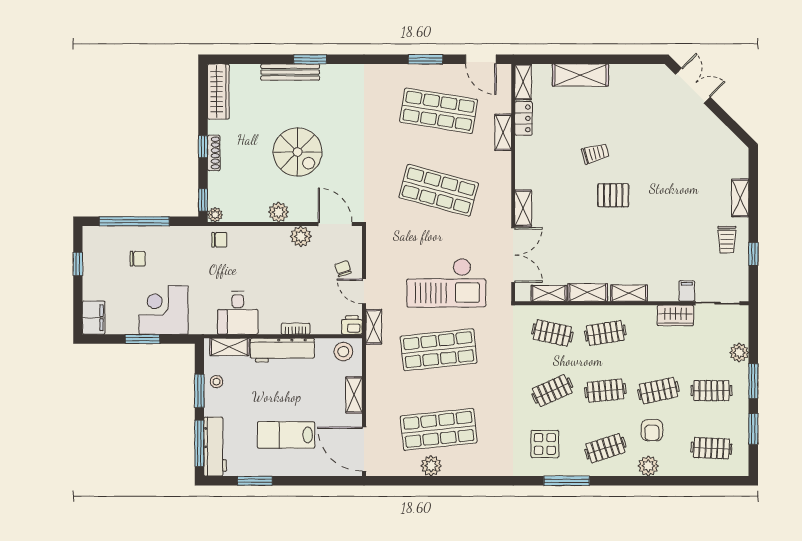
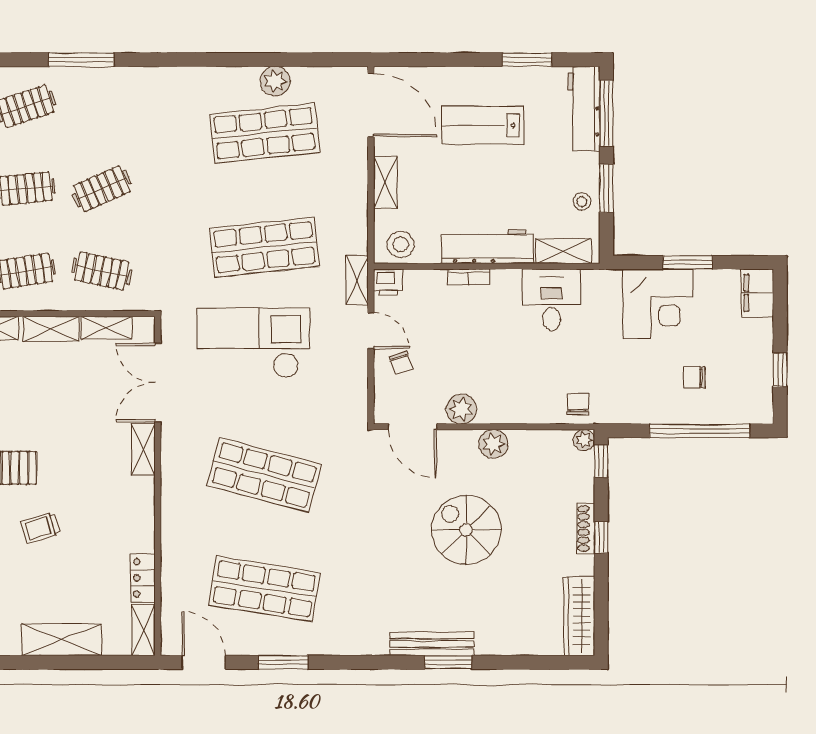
bench: (290, 72) -> (432, 644), moved
shelving: (503, 132) -> (172, 558), removed
chair: (219, 240) -> (578, 404), turned 90
lab bench: (286, 435) -> (483, 125), turned 180
display table: (545, 444) -> (112, 112), removed

